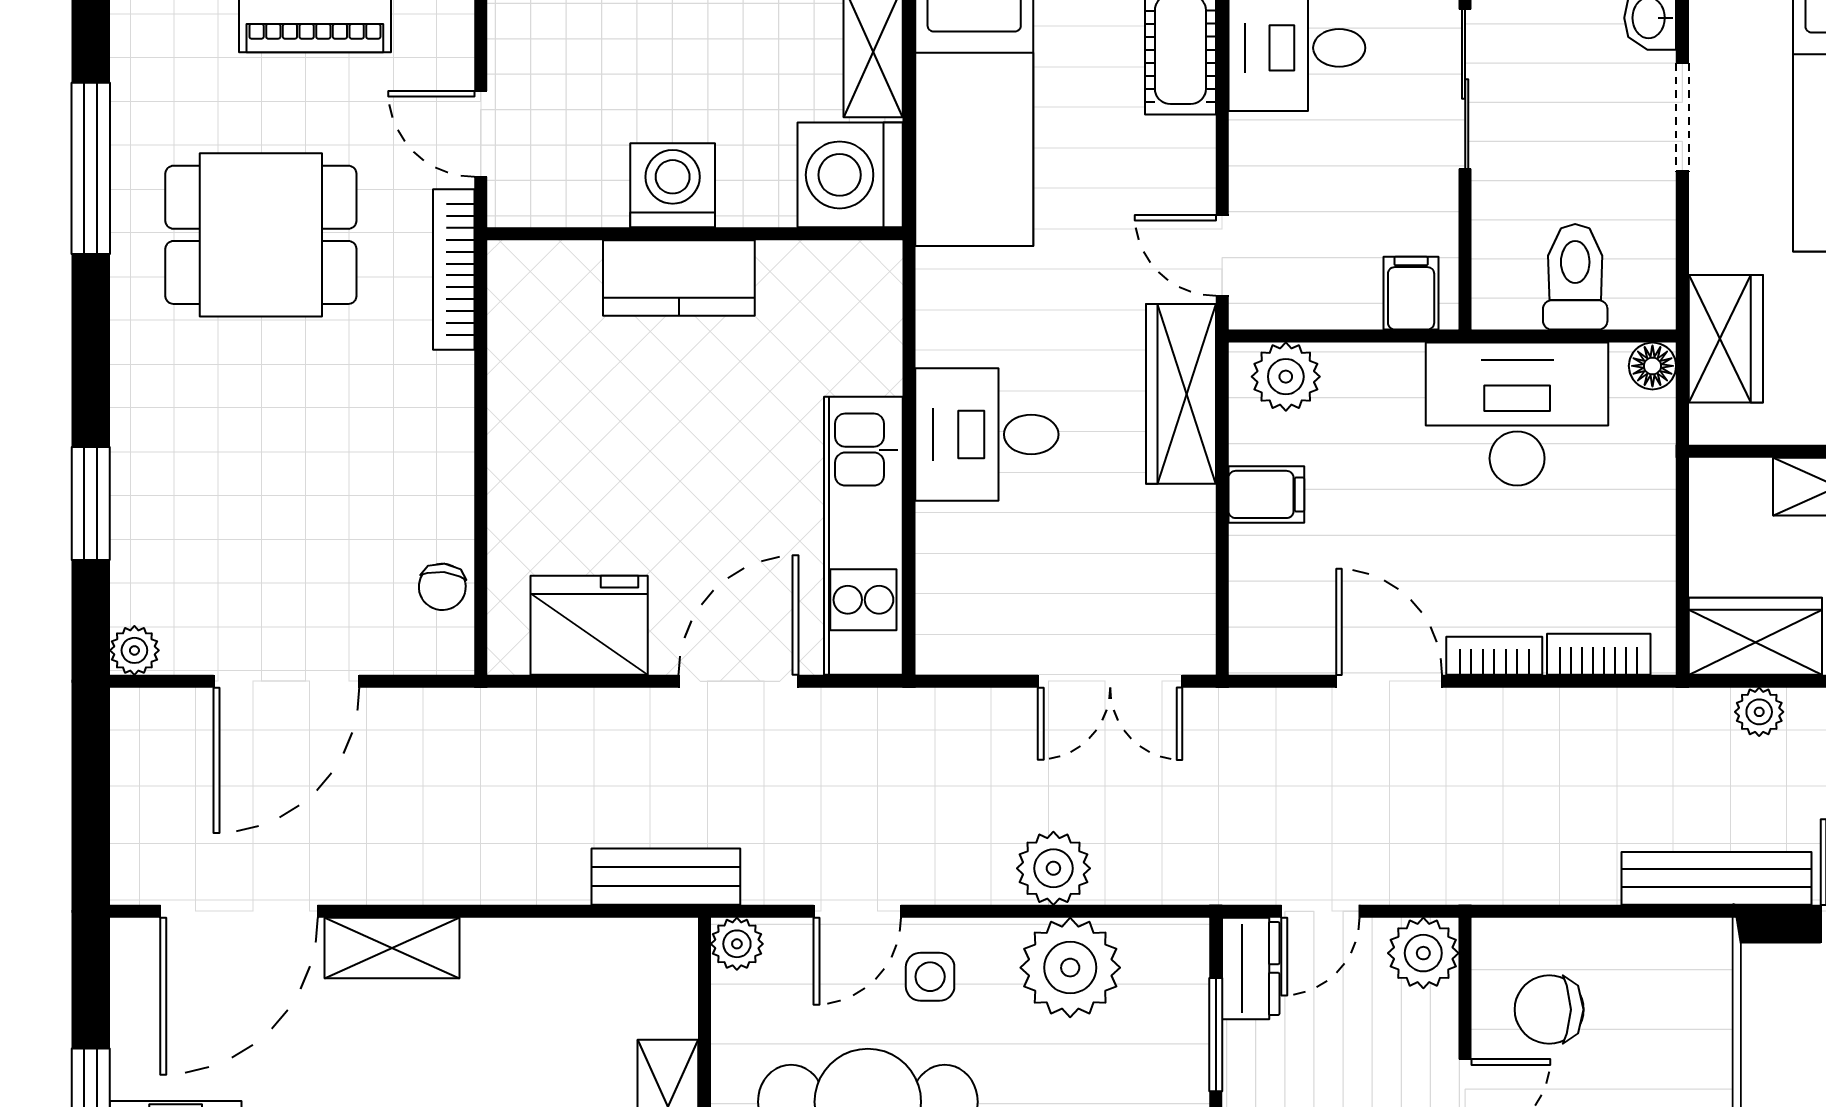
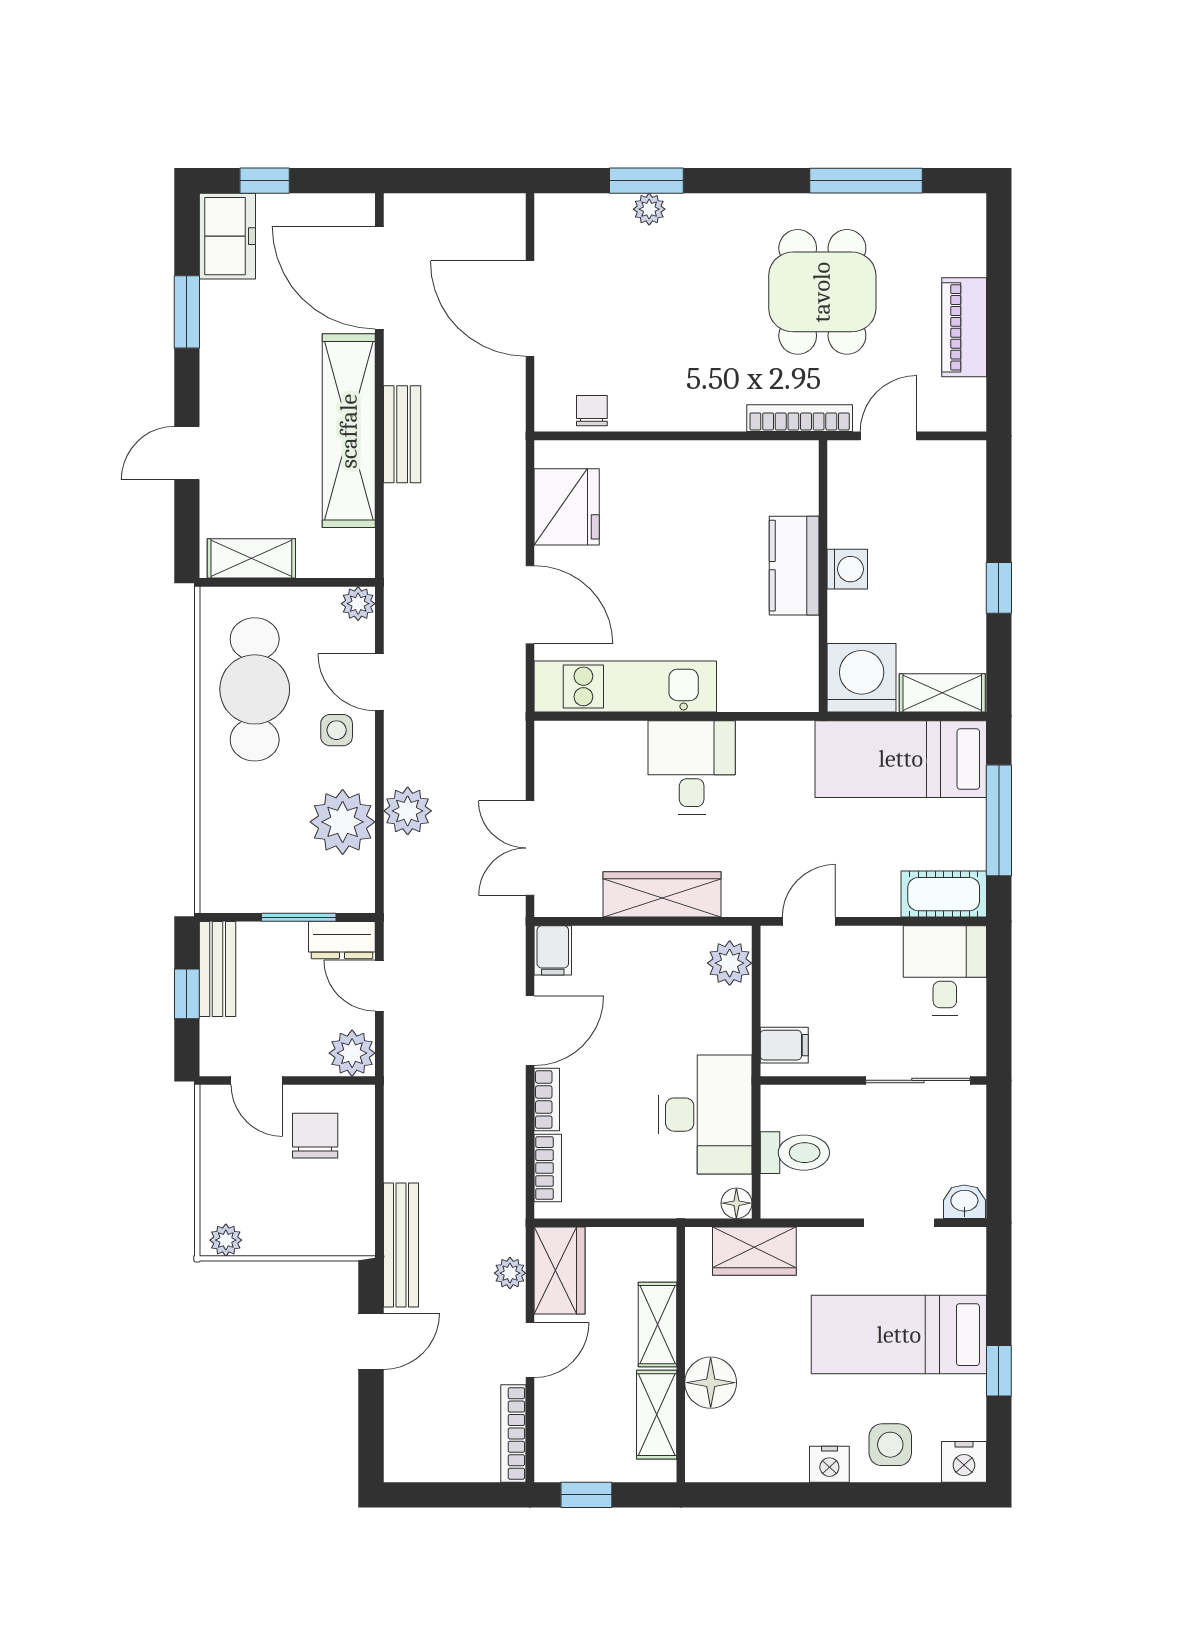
washing machine: (673, 185) -> (847, 569), width x0.73, depth x0.73
wardrobe: (1181, 394) -> (662, 894), moved
filing cabinet: (1266, 494) -> (553, 950), moved
chair: (442, 587) -> (592, 411), turned 84
plant: (134, 650) -> (649, 209), moved
bench: (666, 877) -> (402, 434), moved
shelving: (392, 948) -> (349, 431), width x2.20, depth x1.33

